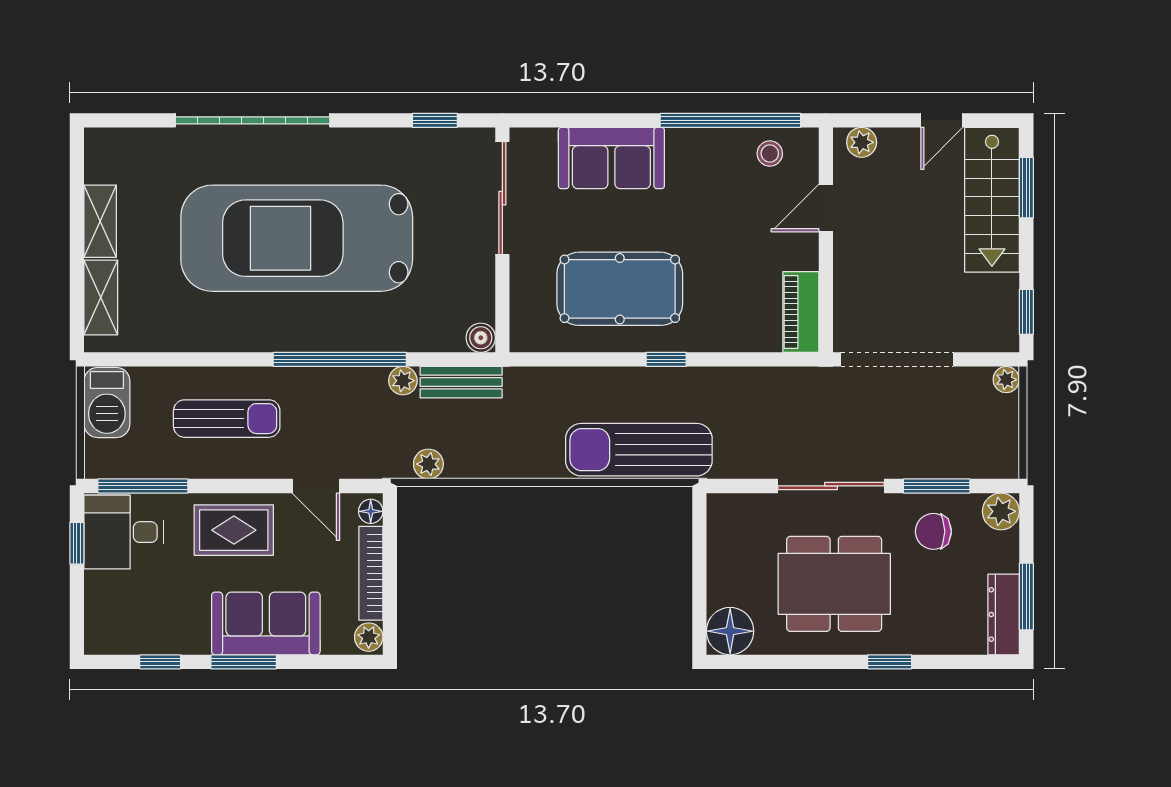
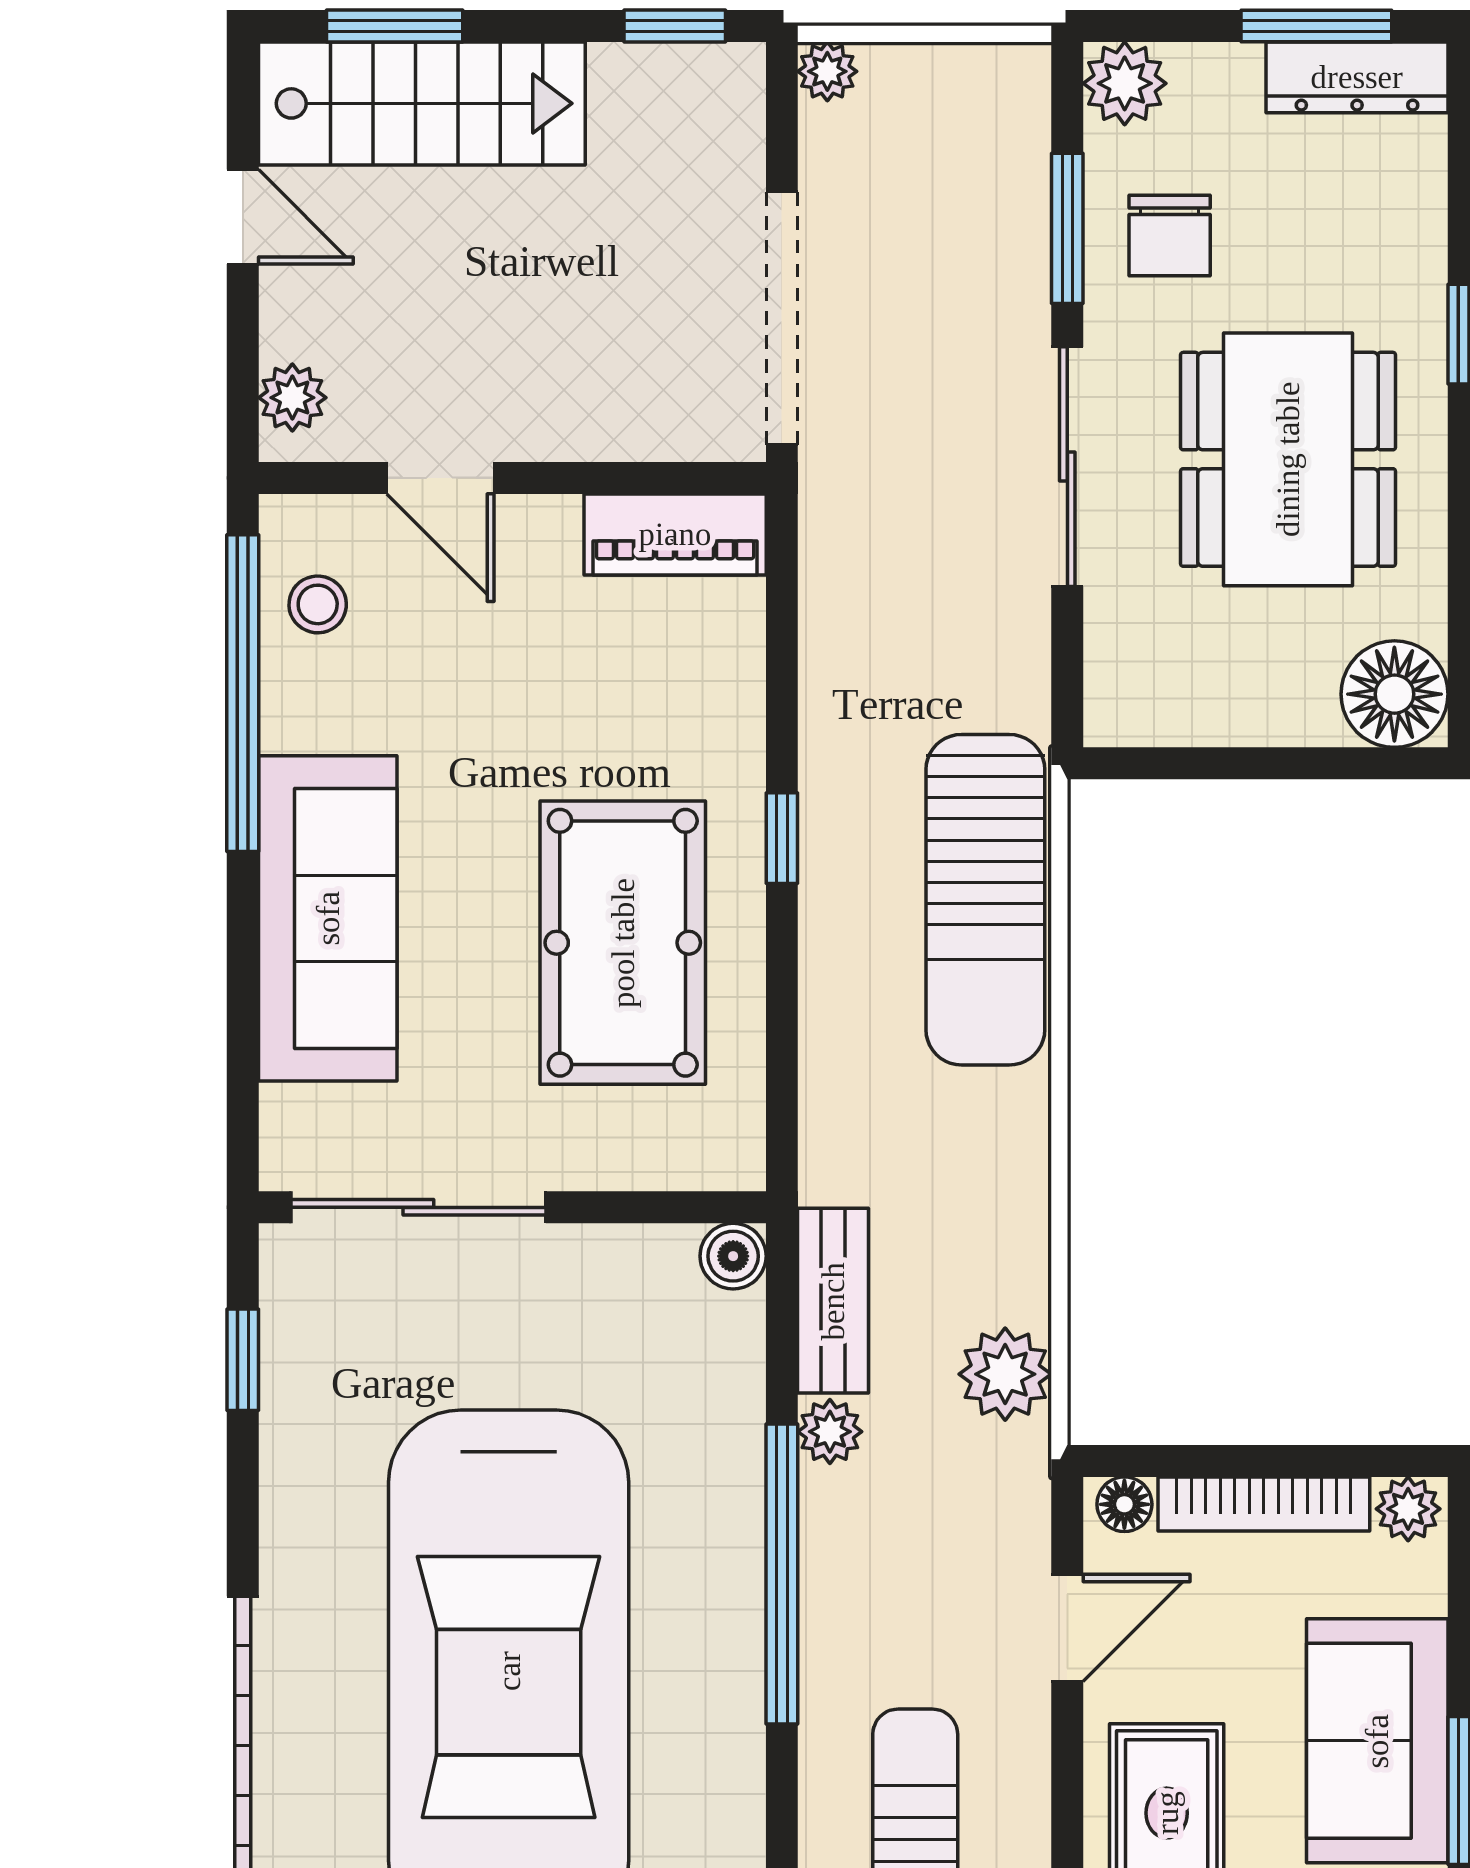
sofa: (611, 158) -> (328, 918), width x1.36
plant: (428, 464) -> (1005, 1374), width x1.38, depth x1.38

